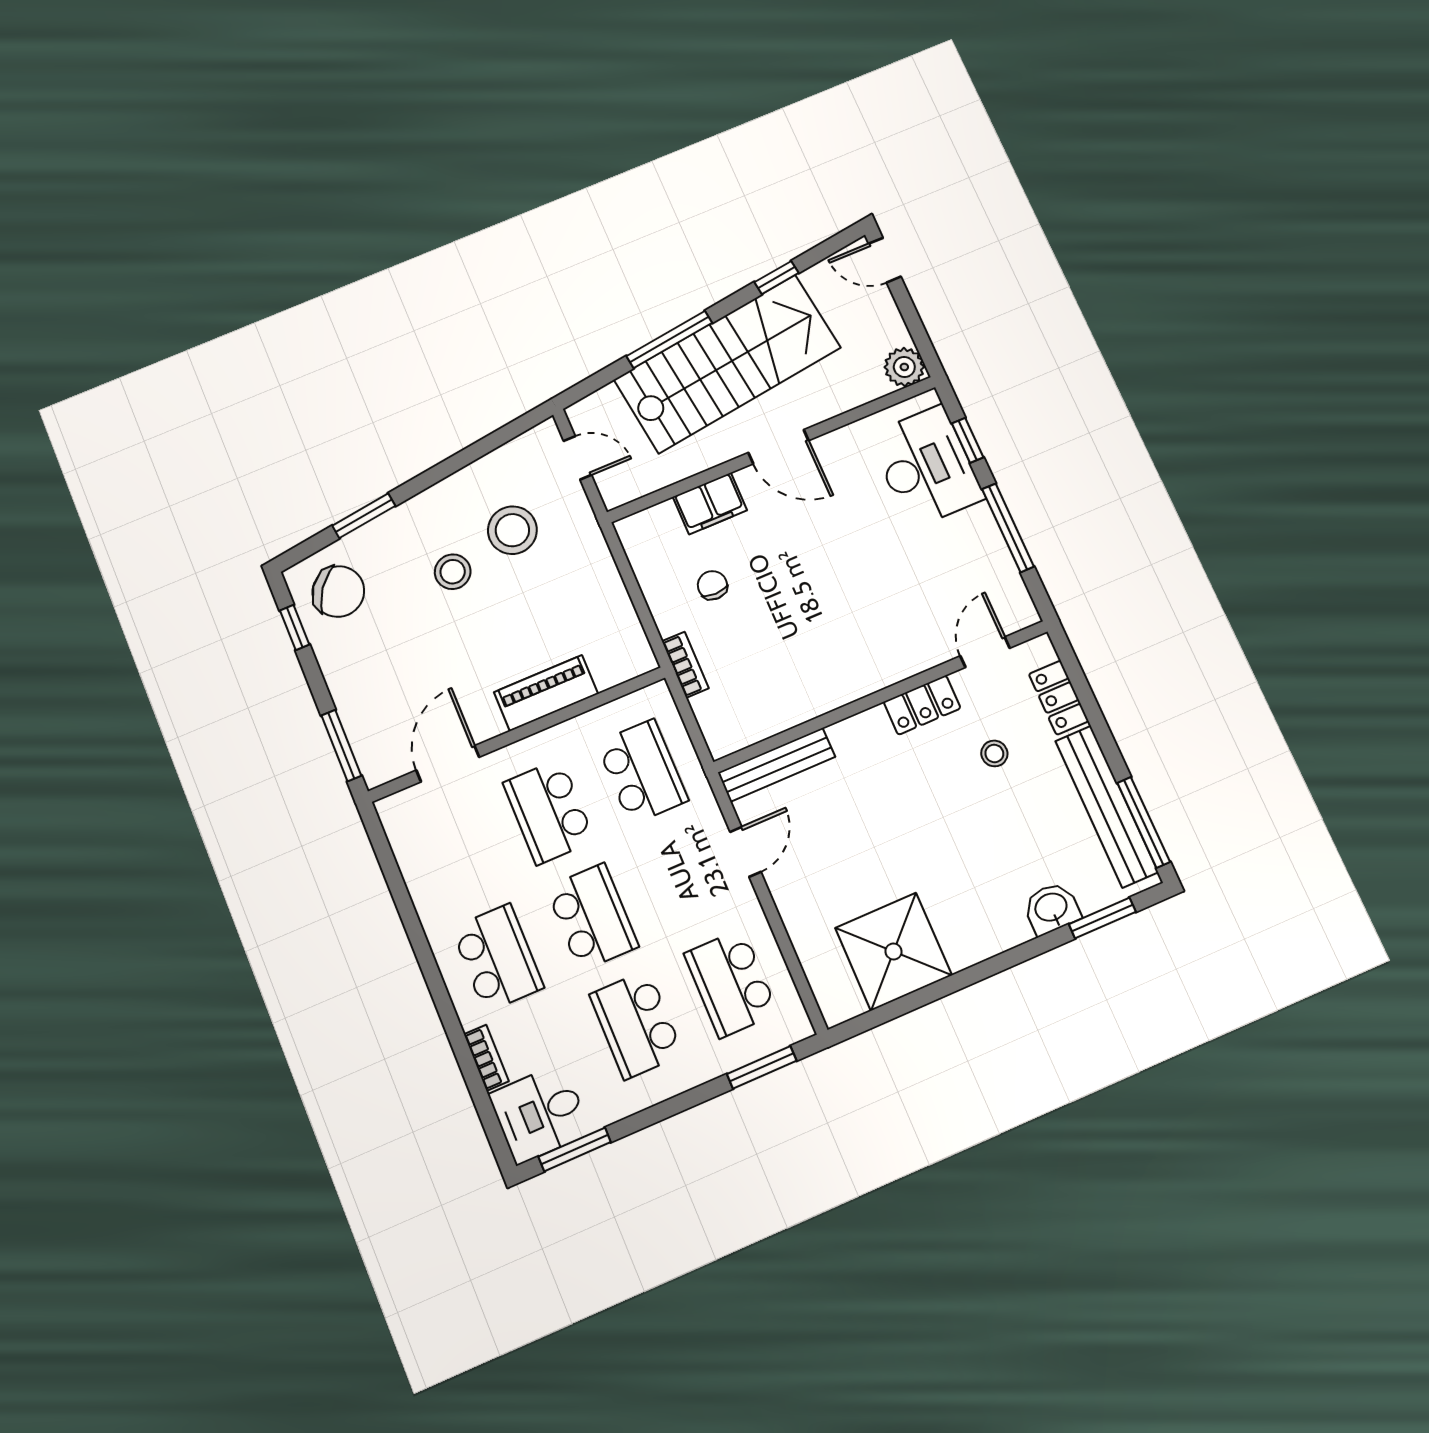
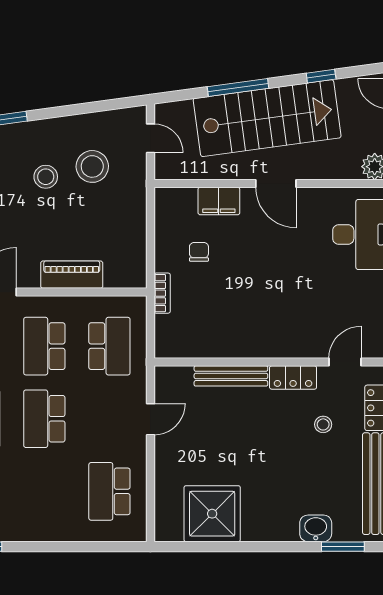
bench: (777, 765) -> (231, 376), moved
school desk: (592, 917) -> (44, 419), turned 180
school desk: (636, 1024) -> (44, 491), removed
window: (762, 1067) -> (107, 547), removed

